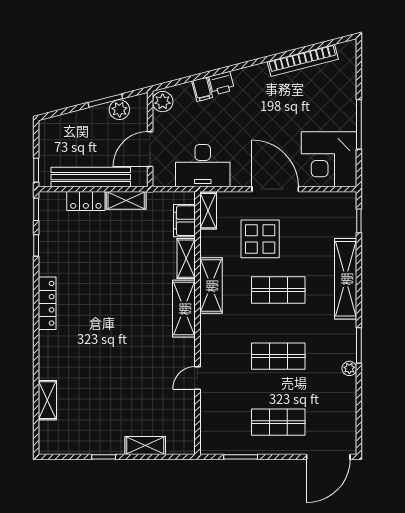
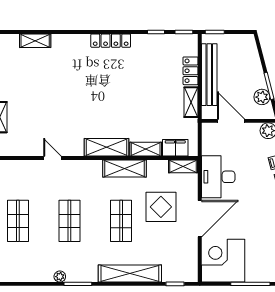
desk: (203, 166) -> (218, 177), moved

